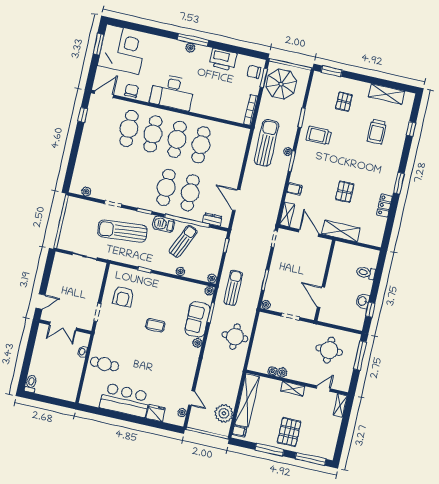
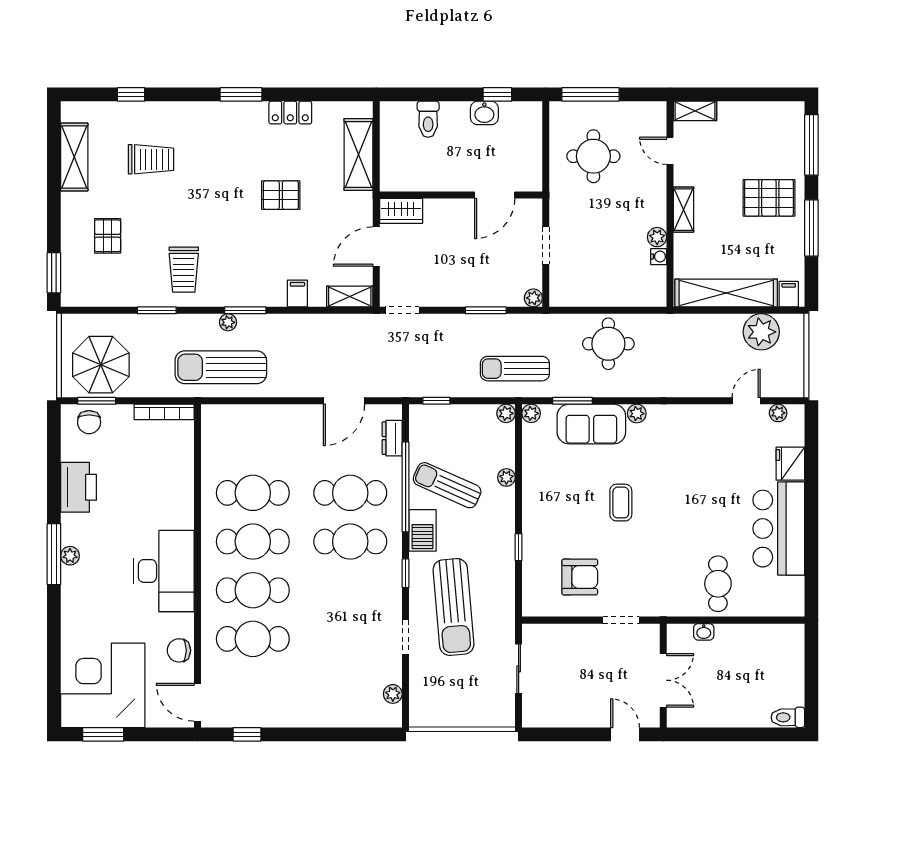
pallet: (344, 102) -> (108, 236), turned 90
shelving: (341, 231) -> (358, 154), moved
wardrobe: (324, 249) -> (401, 211), added

